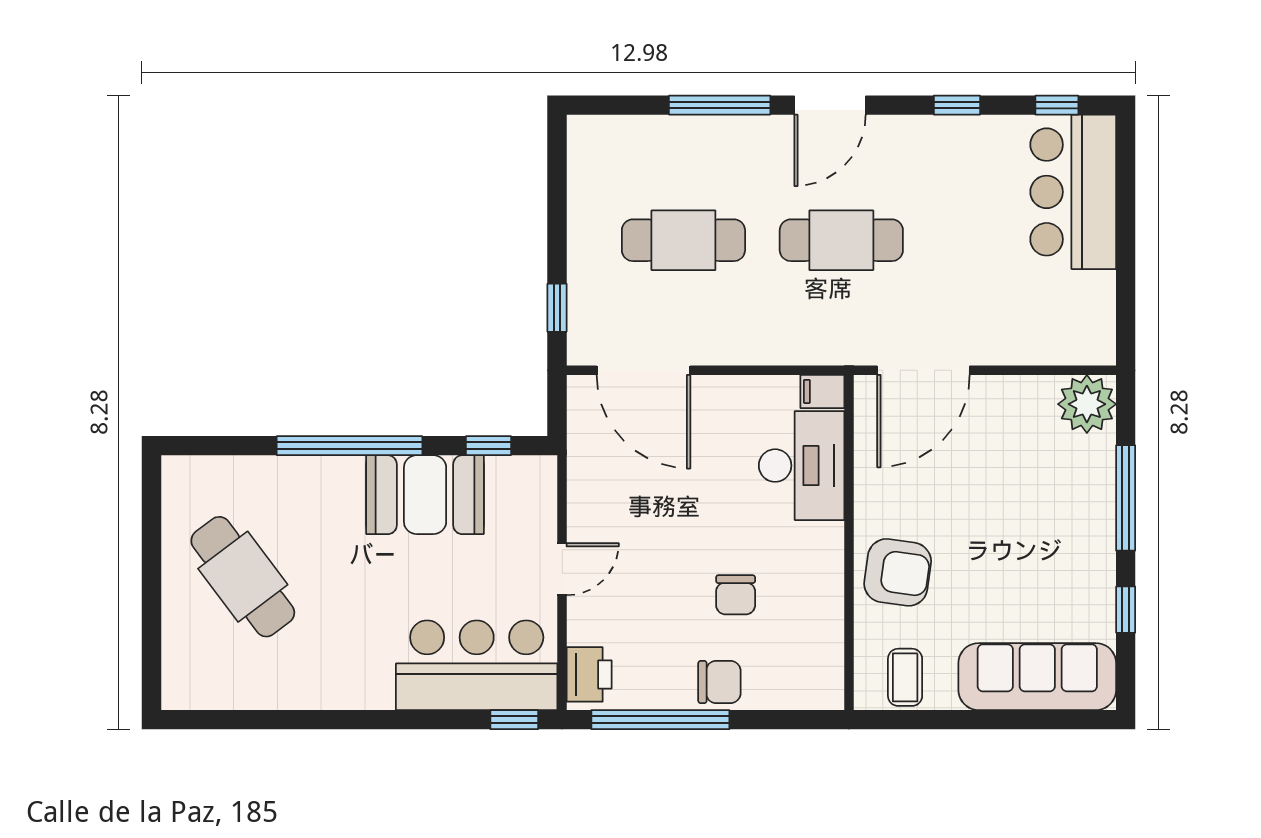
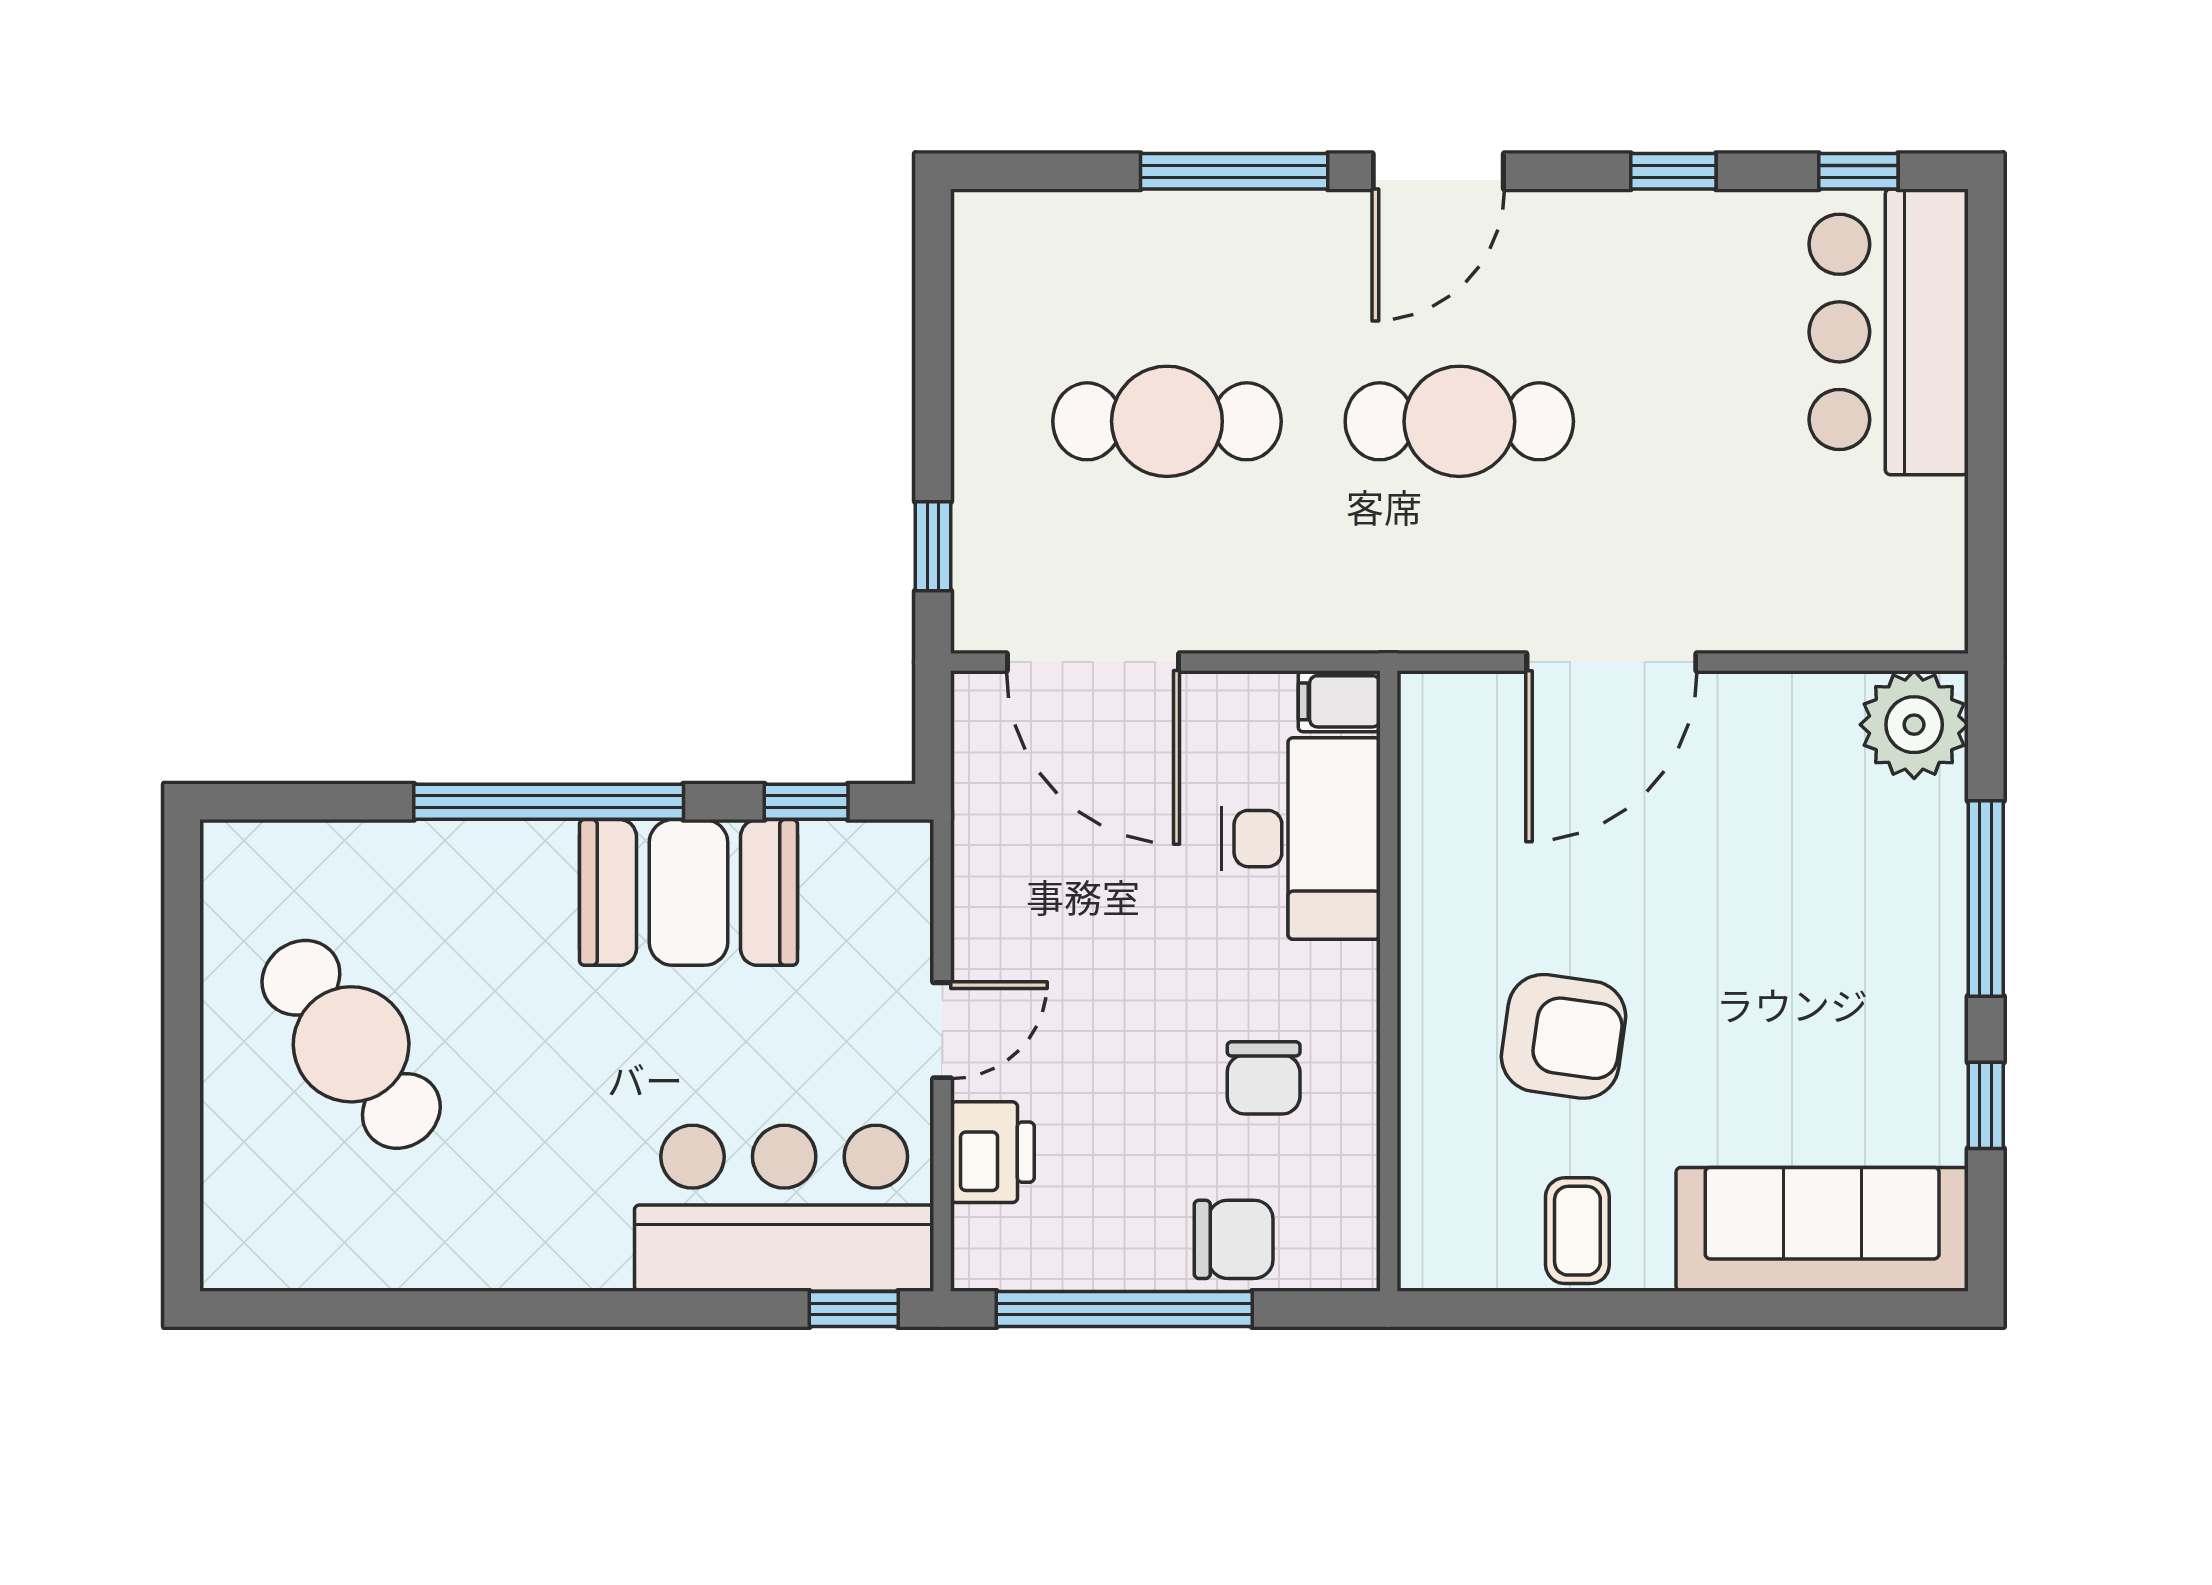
filing cabinet: (822, 391) -> (1339, 701), moved
desk: (802, 466) -> (1301, 839), moved
wall: (849, 542) -> (1389, 981), moved
printer: (589, 674) -> (992, 1152), moved

